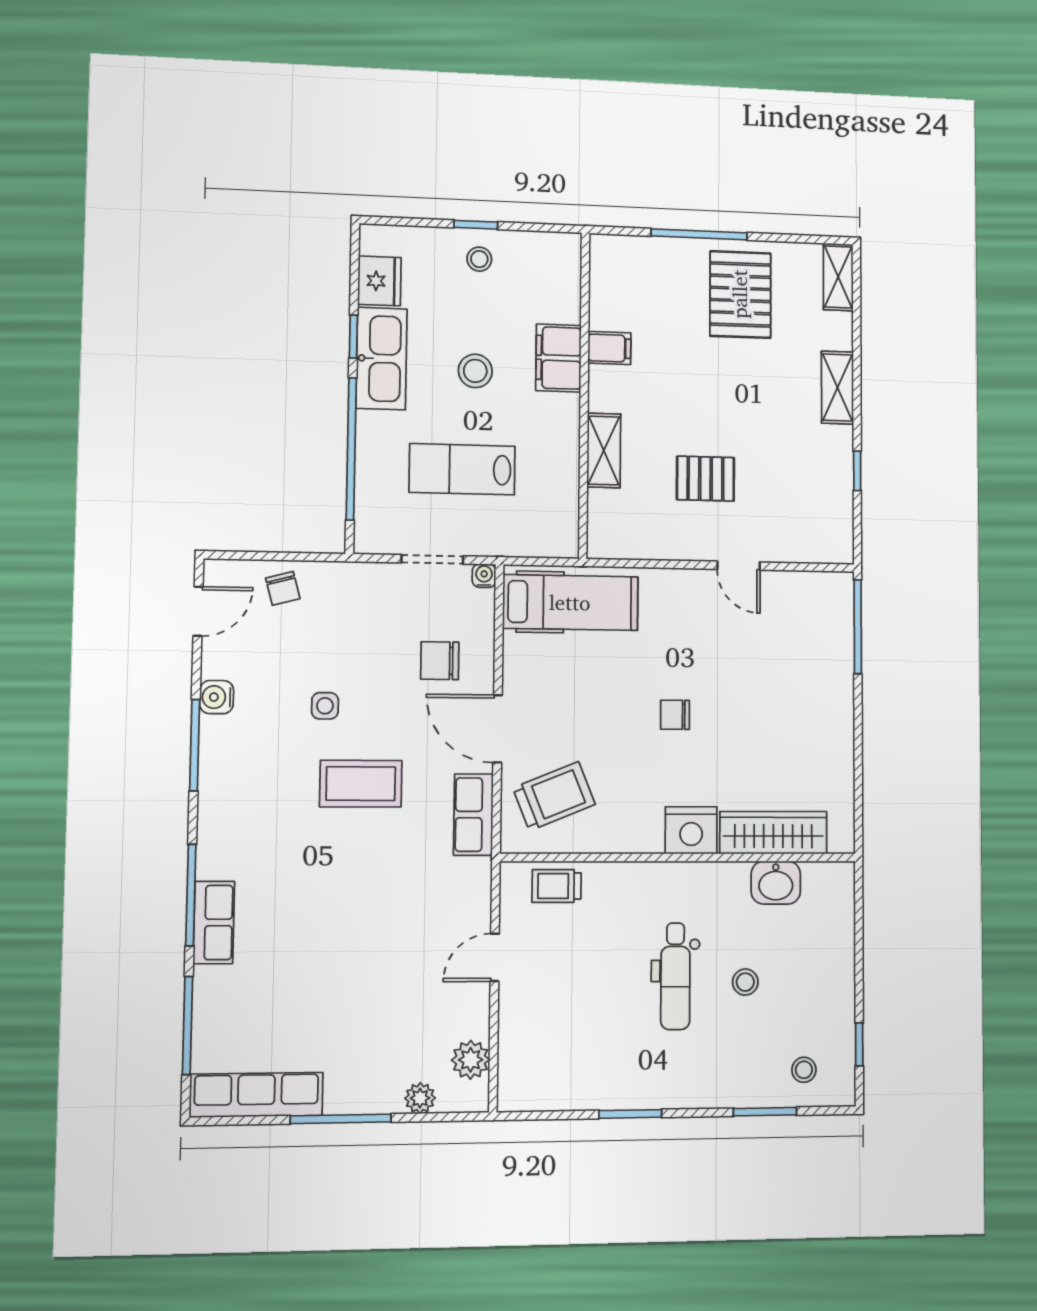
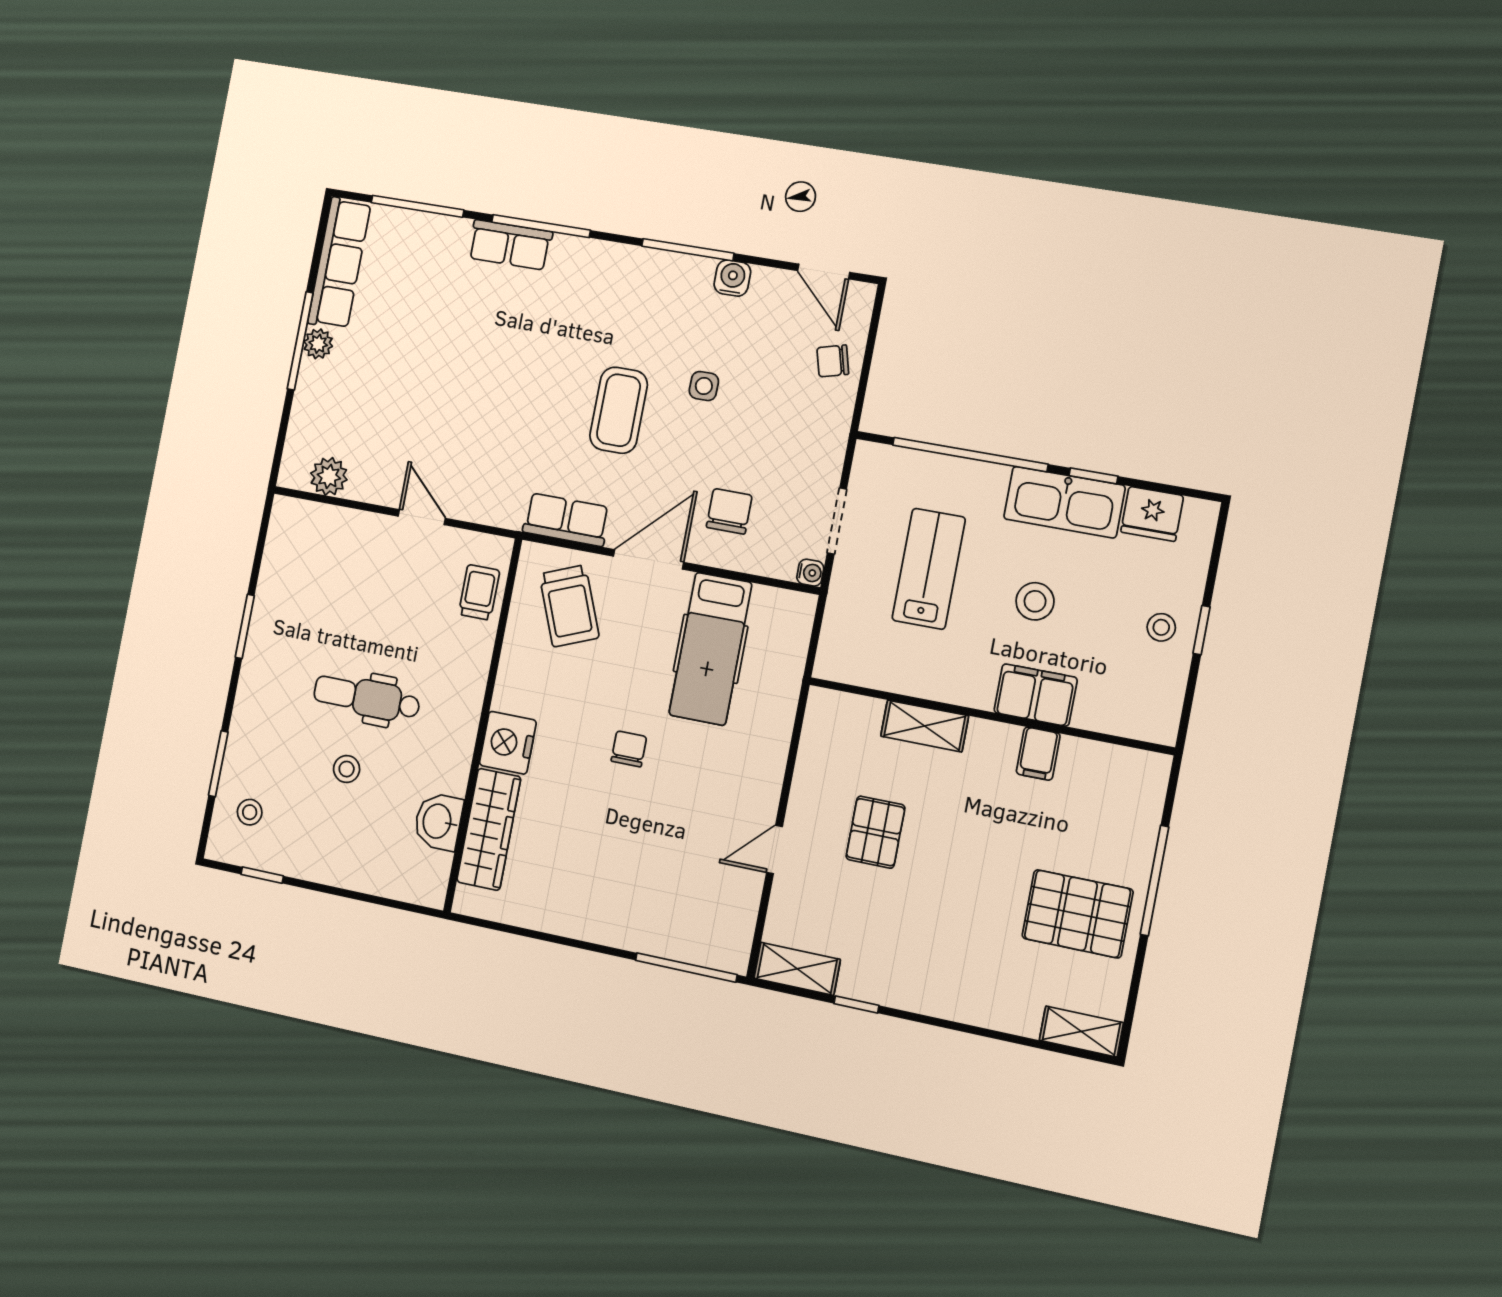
shelving: (837, 388) -> (797, 969), moved
hospital bed: (570, 603) -> (710, 649), moved
plant: (420, 1098) -> (318, 344), moved

